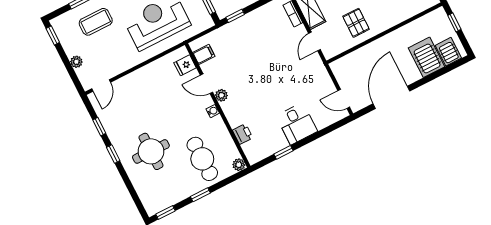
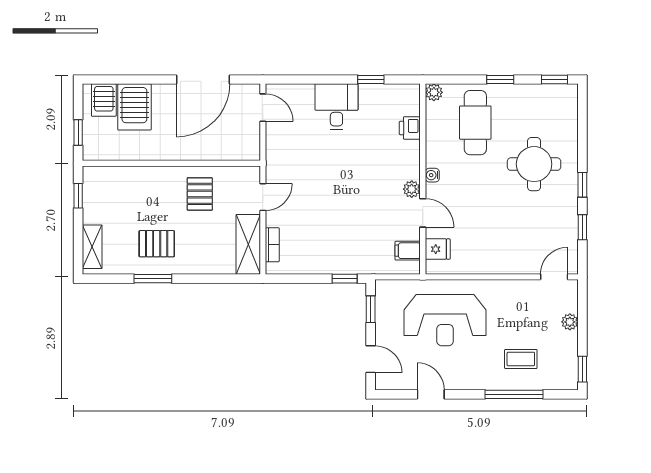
coffee table: (96, 22) -> (521, 359), width x0.73, depth x0.77

